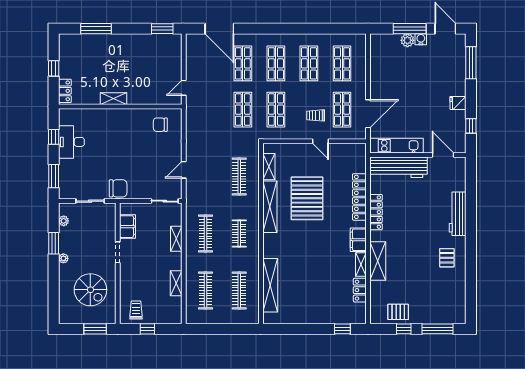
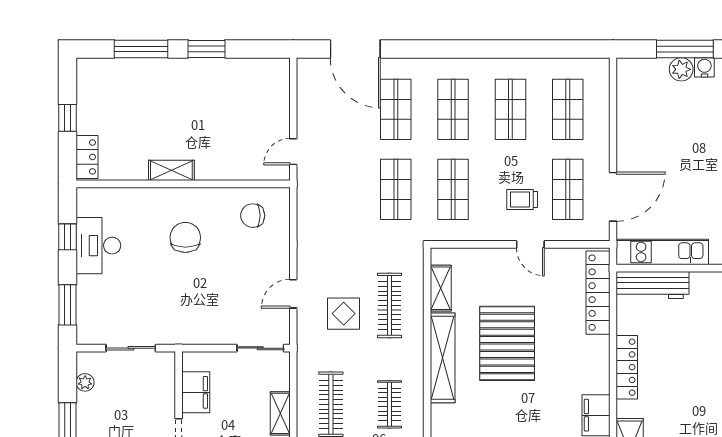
window: (162, 29) -> (207, 49), moved
workbench: (399, 167) -> (653, 285), width x0.73, depth x0.76
display table: (213, 181) -> (344, 314), added
chair: (118, 188) -> (185, 237), moved, turned -90
locker: (359, 197) -> (598, 293), moved

